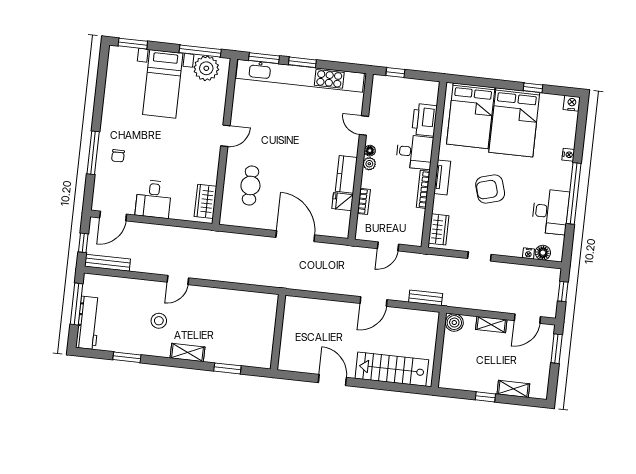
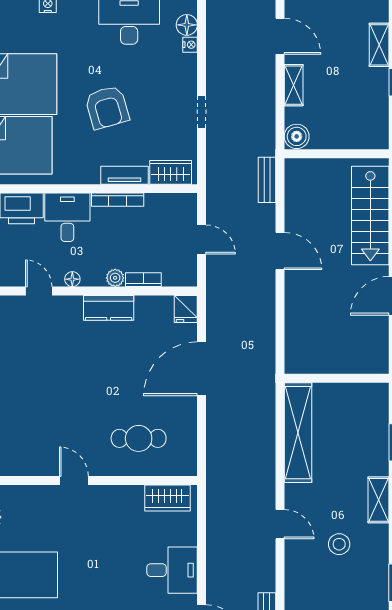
door: (364, 126) -> (39, 291), swing flipped
plant: (369, 164) -> (115, 278), moved
tv unit: (442, 177) -> (125, 175), moved
fridge: (343, 202) -> (186, 309), moved
shelving: (242, 300) -> (298, 433), added

